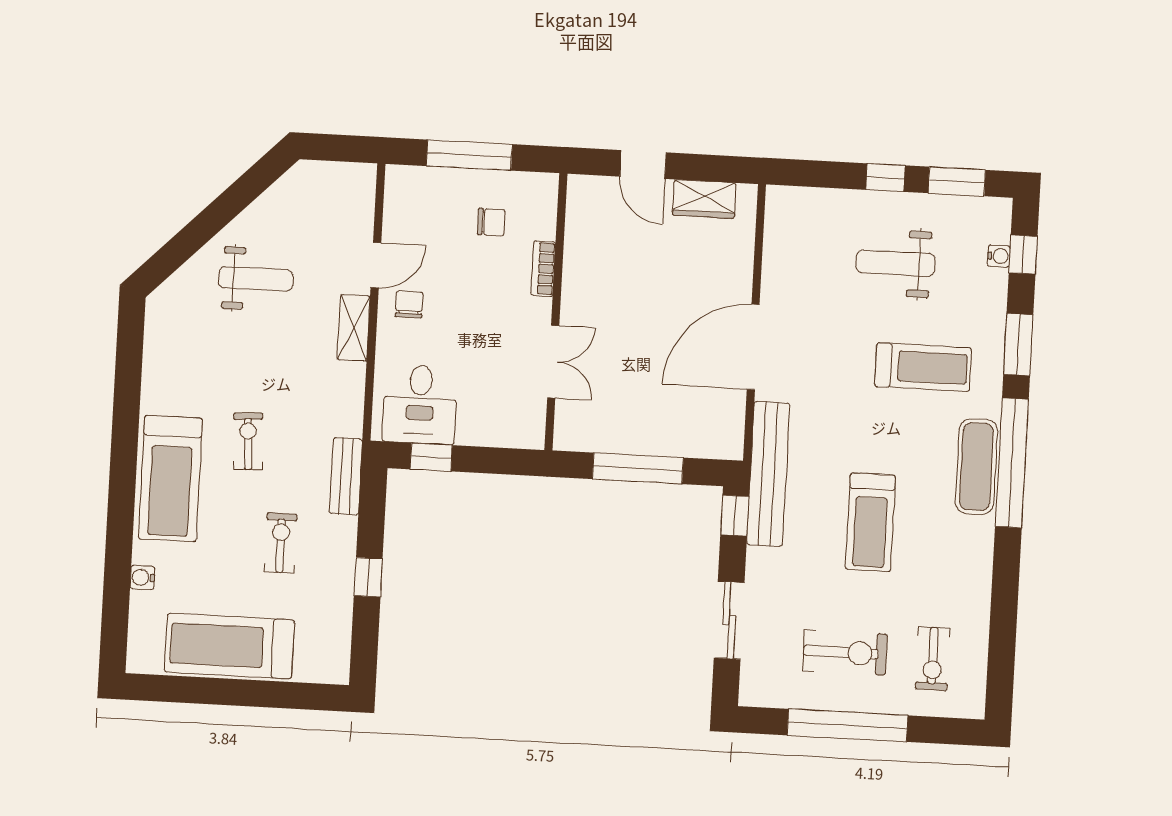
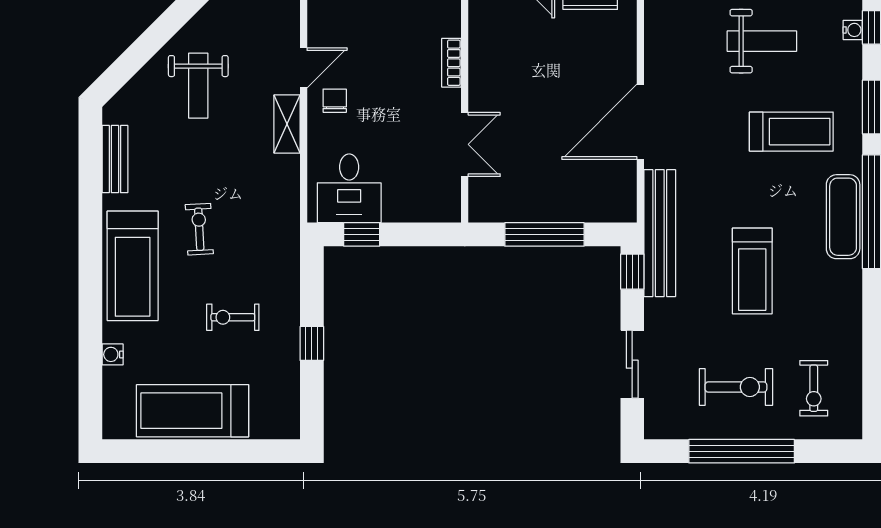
chair: (491, 222) -> (403, 24), removed
weight bench: (895, 263) -> (762, 41), turned 180
weight bench: (256, 279) -> (198, 86), turned 90
bench: (346, 476) -> (115, 159), moved
exercise bike: (281, 543) -> (233, 317), turned -90

